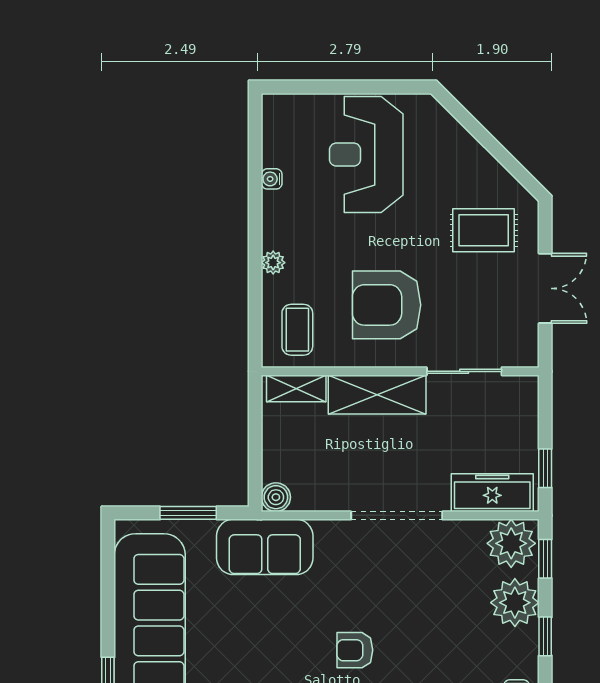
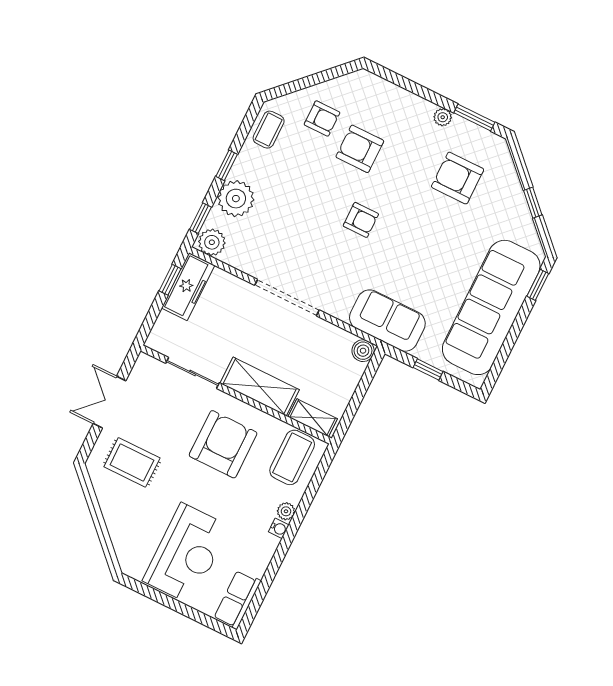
row of seats: (279, 130) -> (237, 600), added
water cooler: (272, 179) -> (279, 528), moved
armchair: (387, 305) -> (223, 444), turned -90
coffee table: (297, 330) -> (292, 457), width x1.36, depth x1.30
freezer: (492, 493) -> (188, 287), moved, turned -90
window: (188, 513) -> (428, 369), width x0.67
plant: (511, 543) -> (212, 242), width x0.73, depth x0.73

